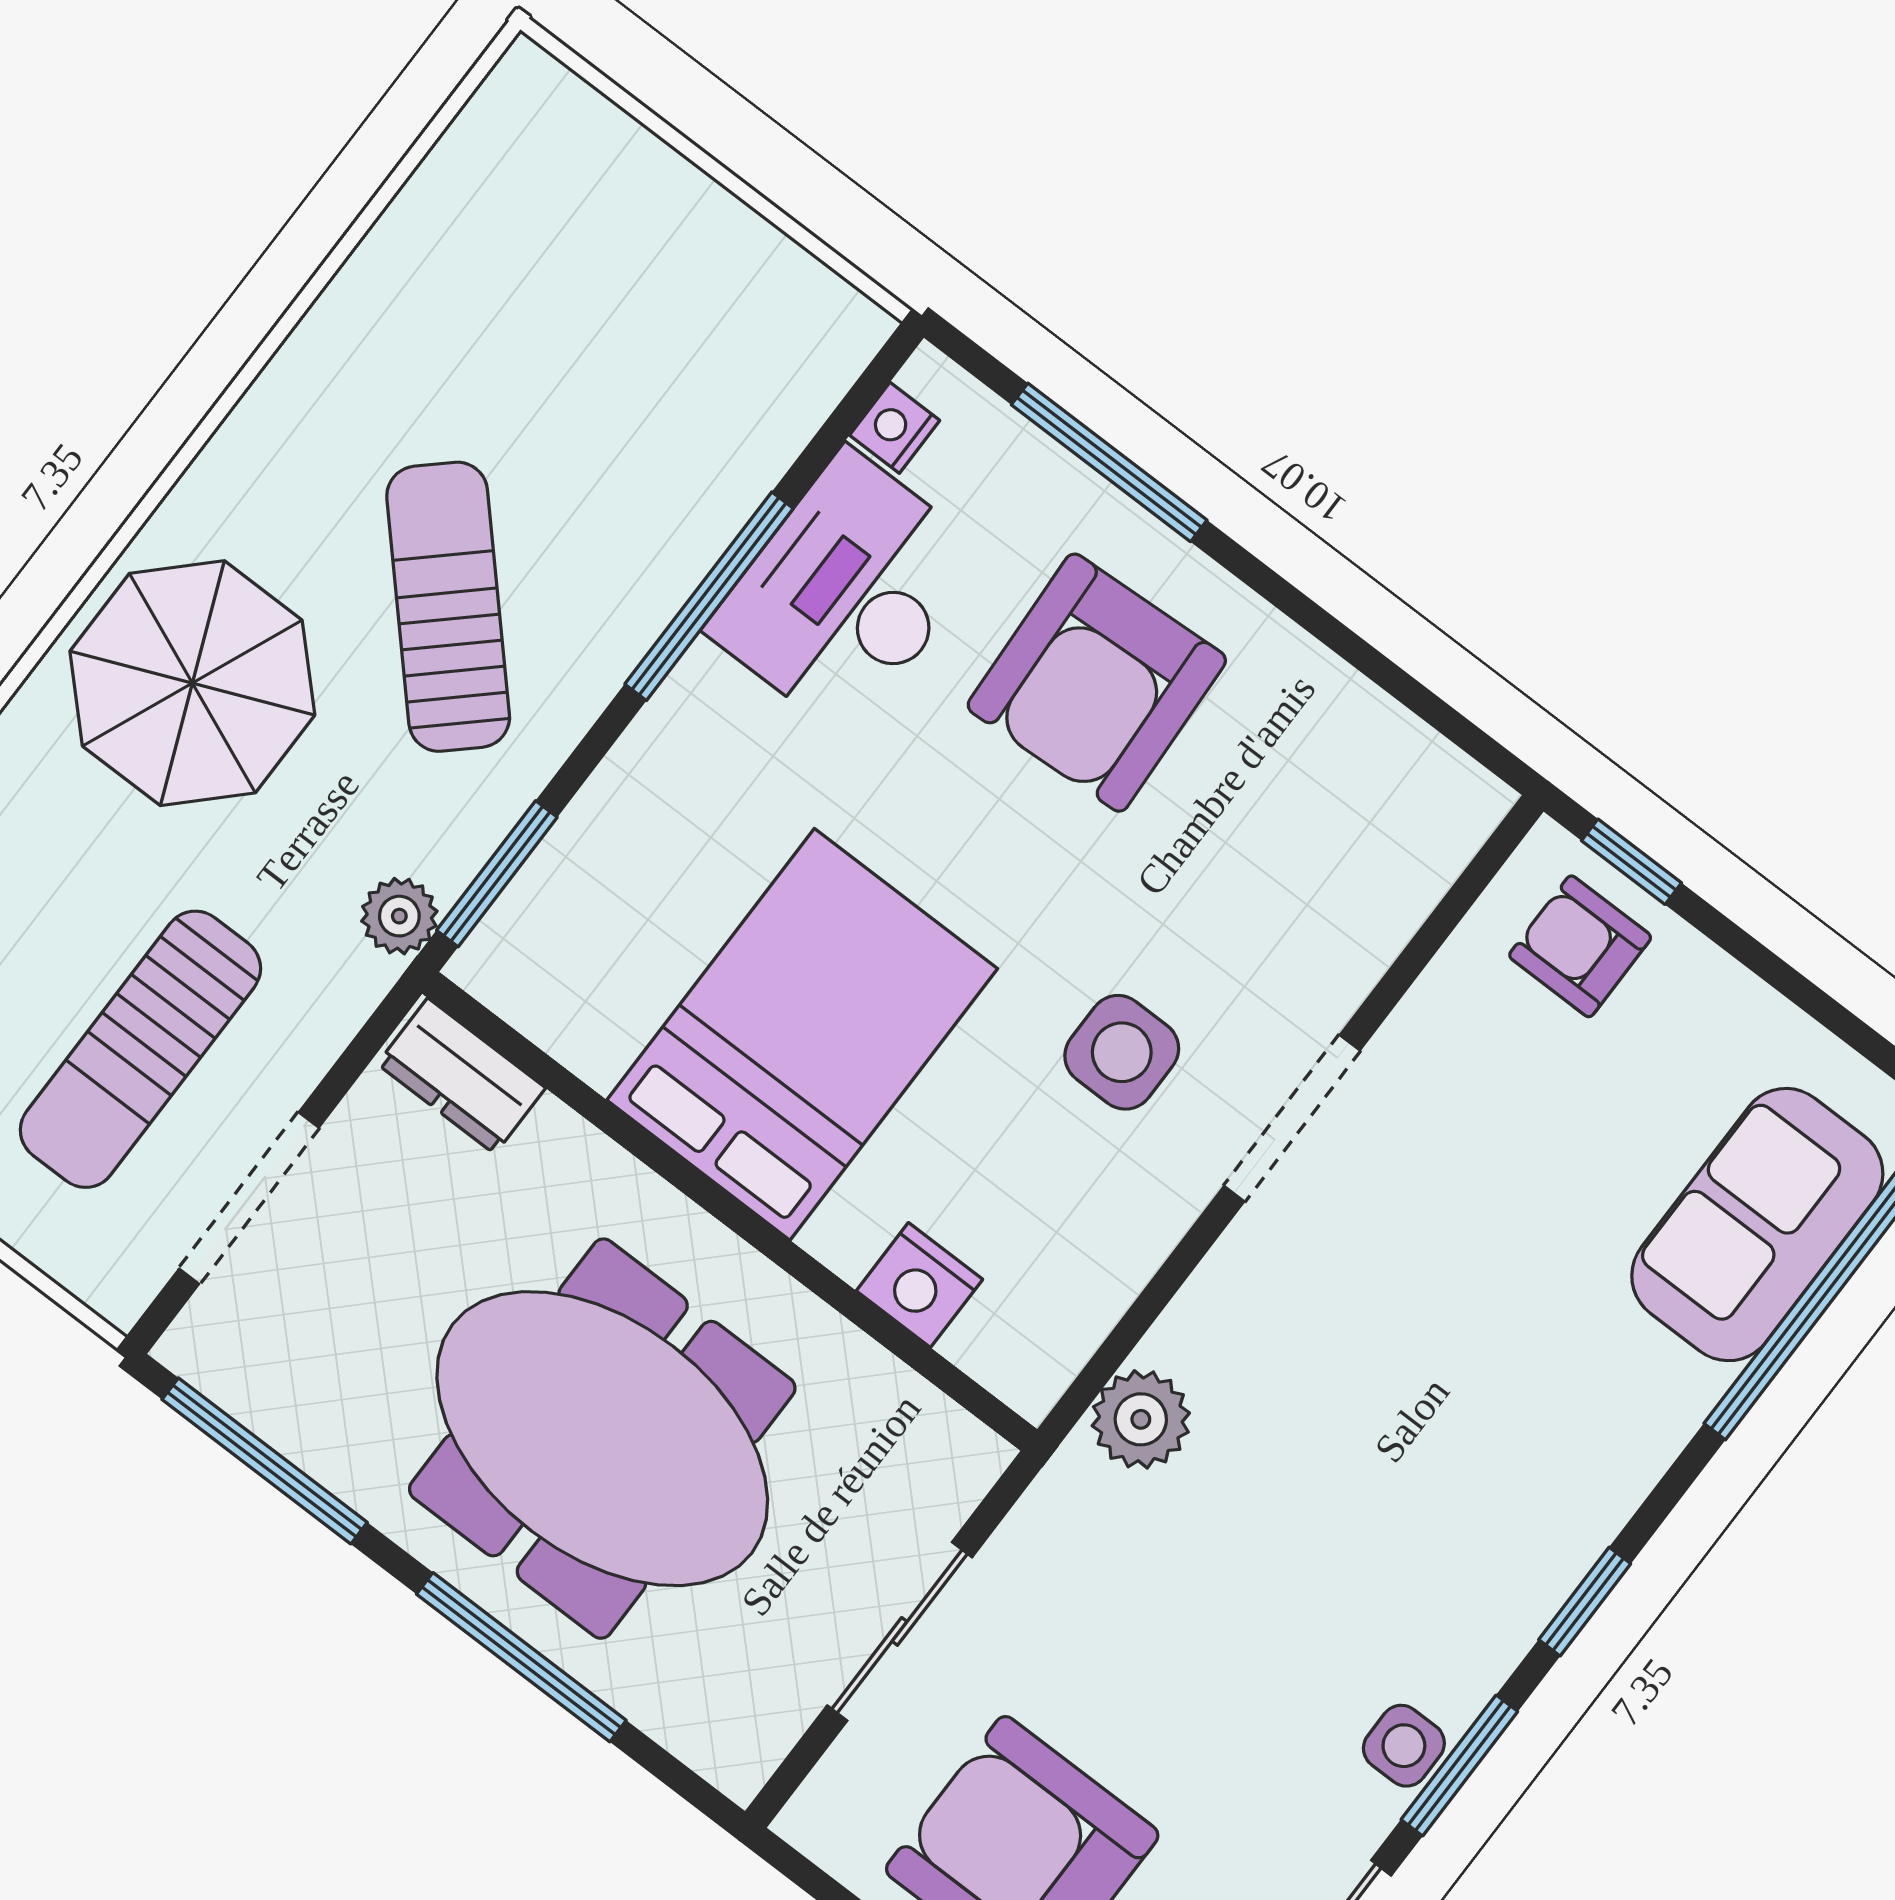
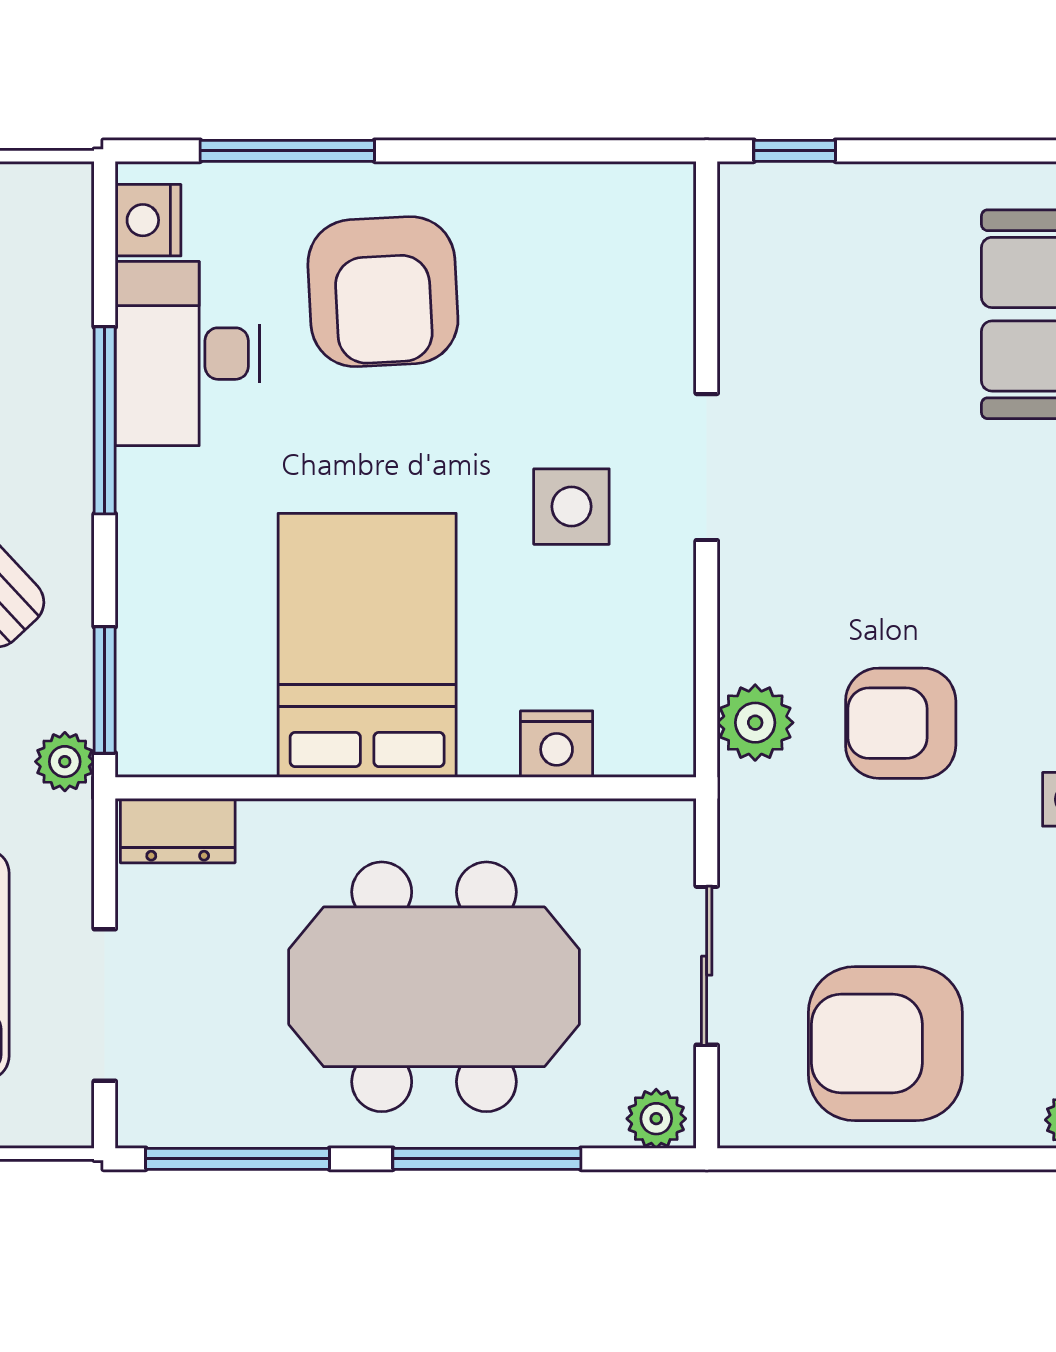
nightstand: (895, 428) -> (148, 220), width x1.39, depth x1.35
armchair: (1580, 946) -> (901, 723), moved, width x1.38, depth x1.38
plant: (727, 1749) -> (656, 1119), added

